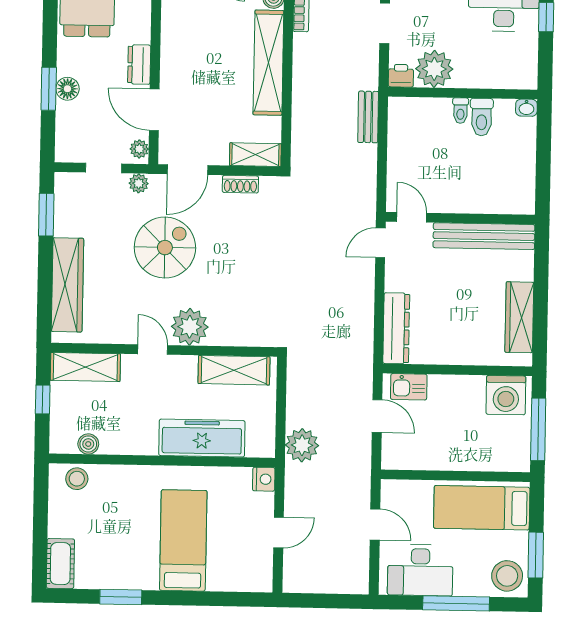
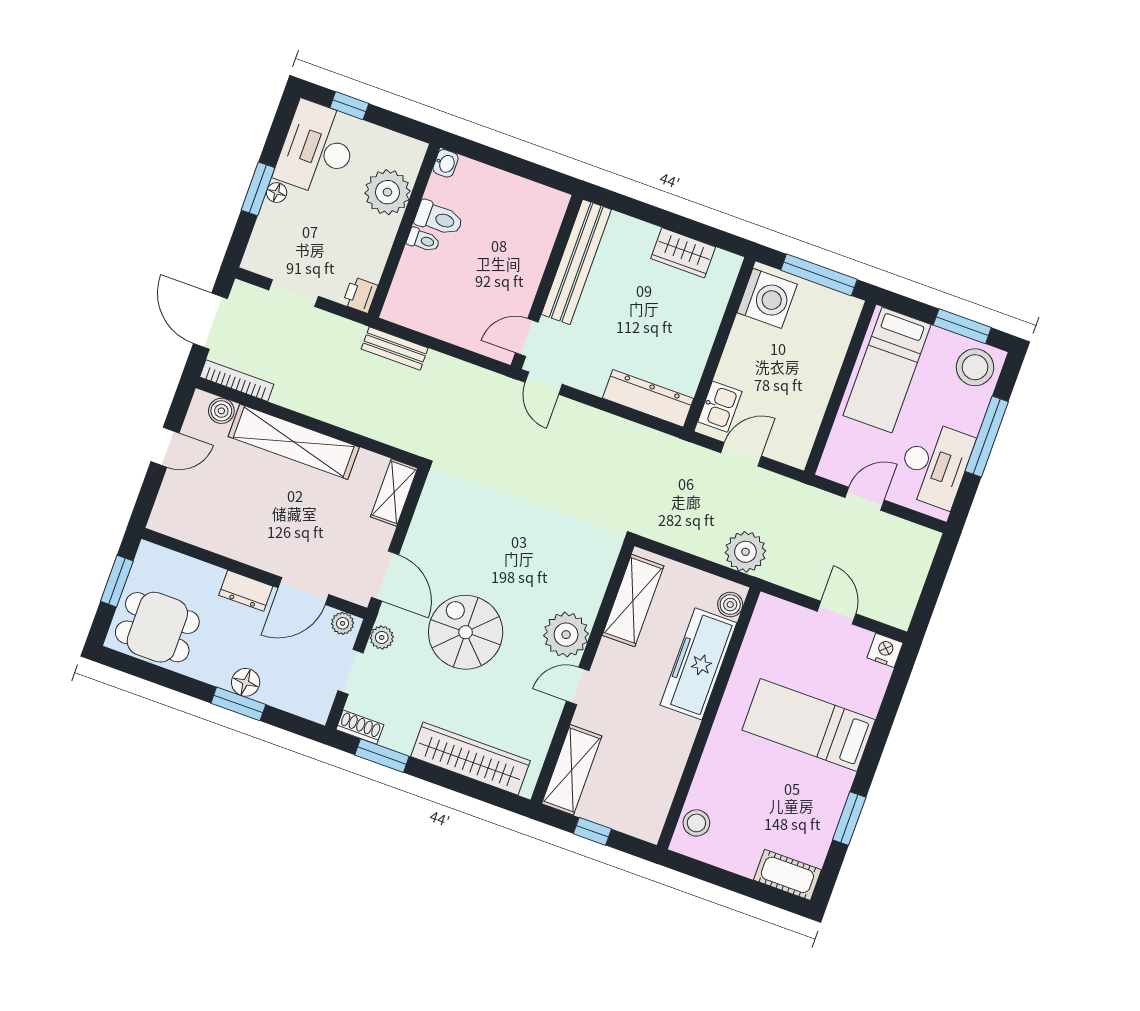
plant: (434, 69) -> (387, 192), moved
shoe rack: (240, 184) -> (360, 727), moved, turned -90
wardrobe: (519, 317) -> (683, 253), width x0.67
boiler: (88, 444) -> (730, 605), moved
nightstand: (264, 479) -> (885, 650), moved

